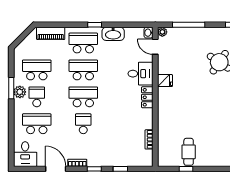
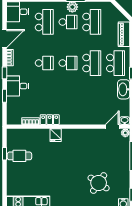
desk: (141, 74) -> (18, 86), moved, turned 90
fridge: (165, 81) -> (56, 135), moved
school desk: (83, 97) -> (68, 63), width x0.54
locker: (147, 97) -> (50, 120), moved

